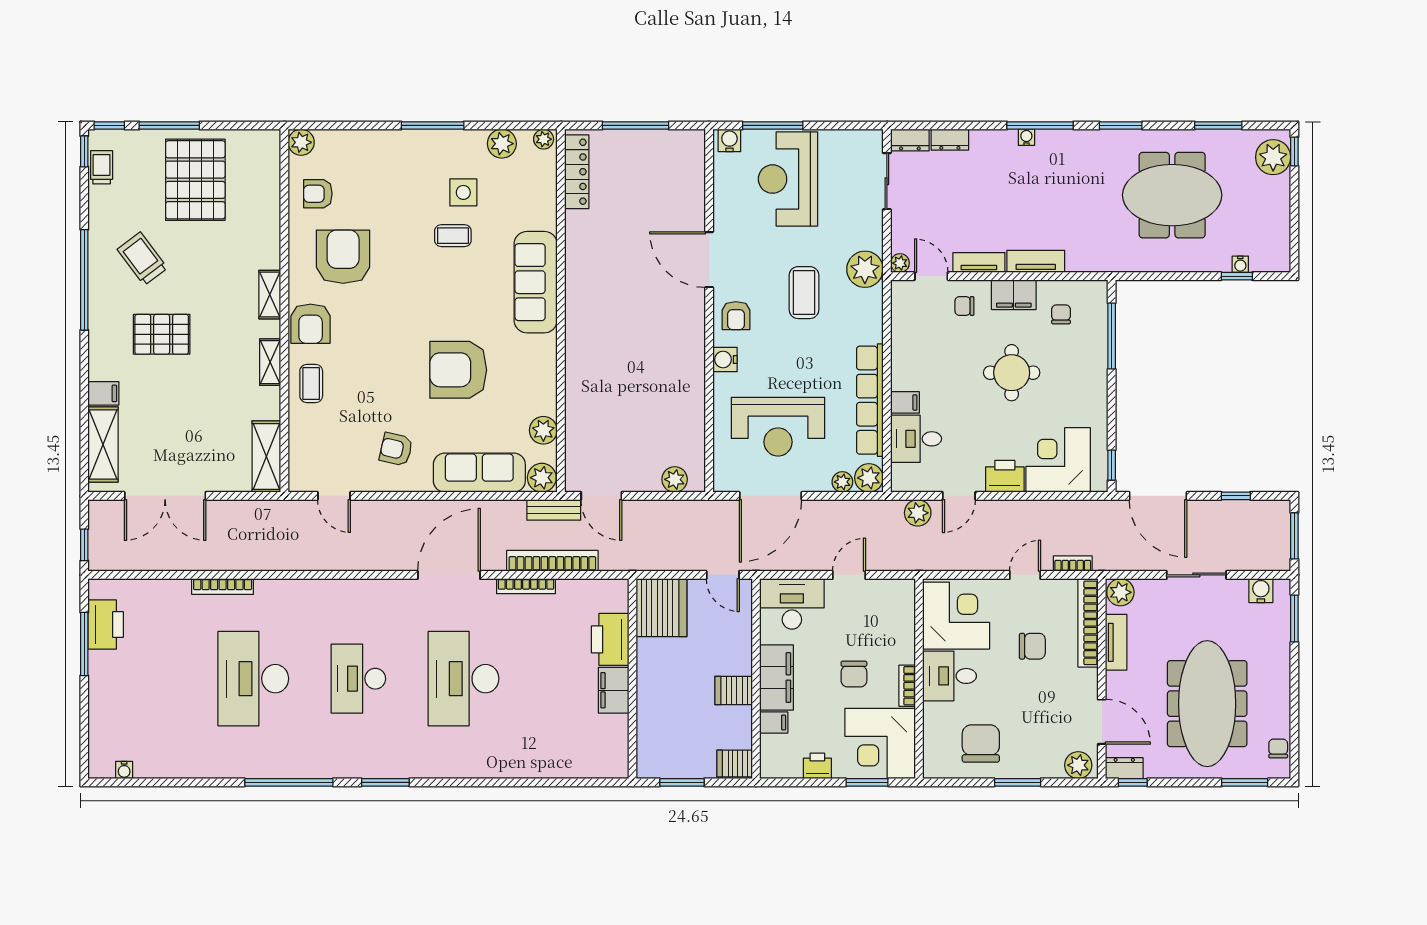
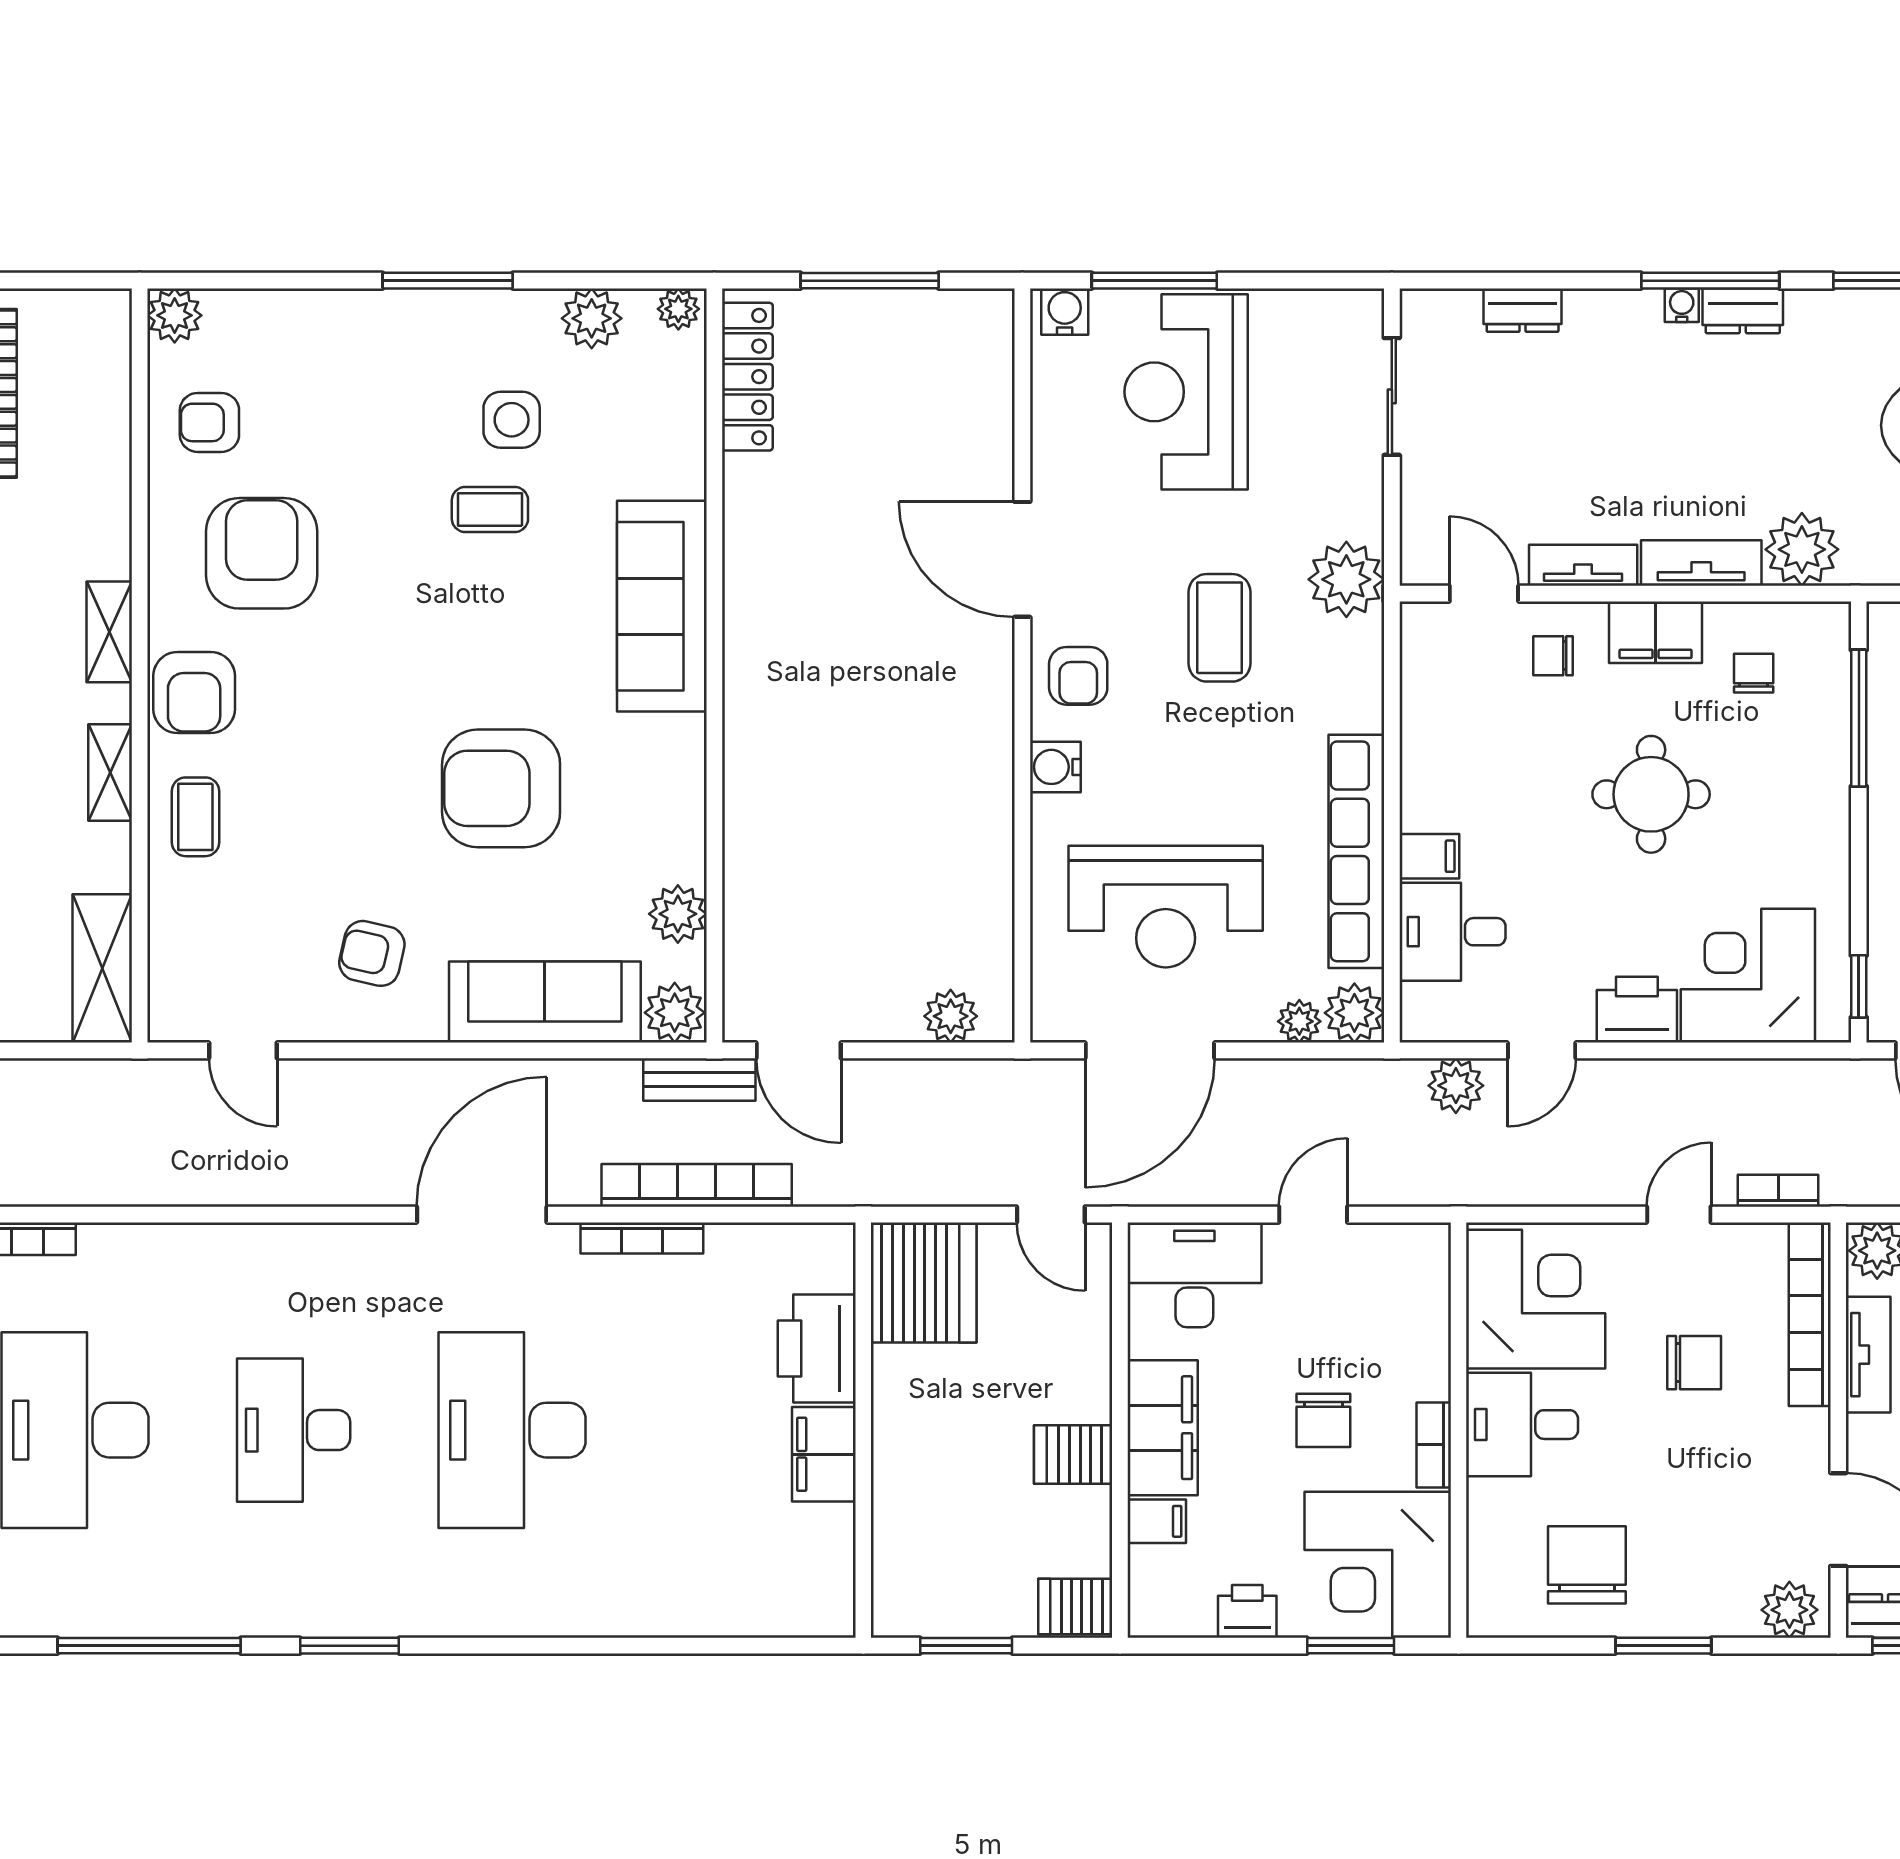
dresser: (910, 140) -> (1743, 311), moved
plant: (900, 263) -> (1802, 549), moved, width x1.87, depth x1.87

